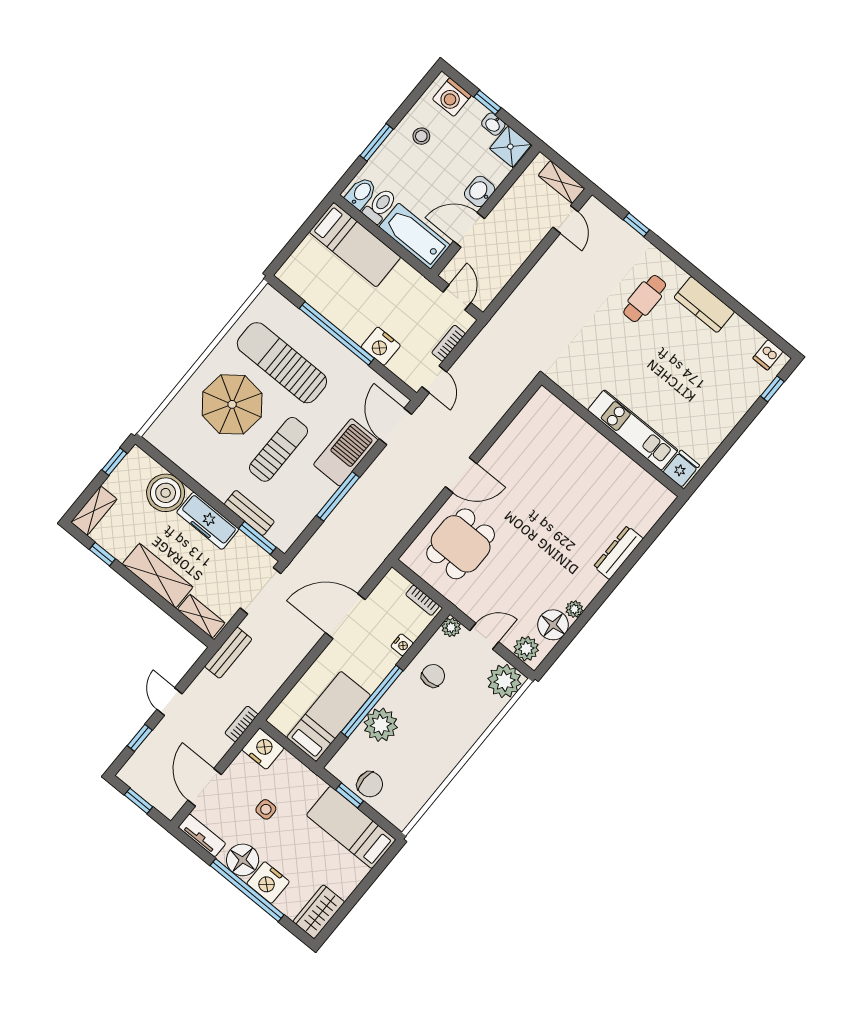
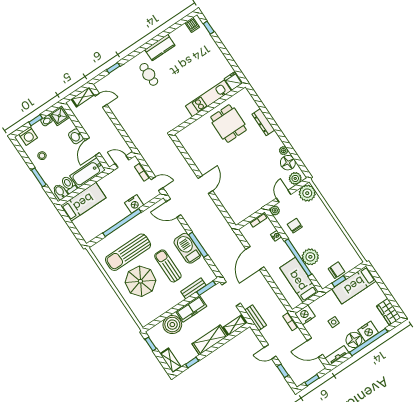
barbecue: (346, 452) -> (188, 248), moved
dining table: (461, 544) -> (228, 124), moved

